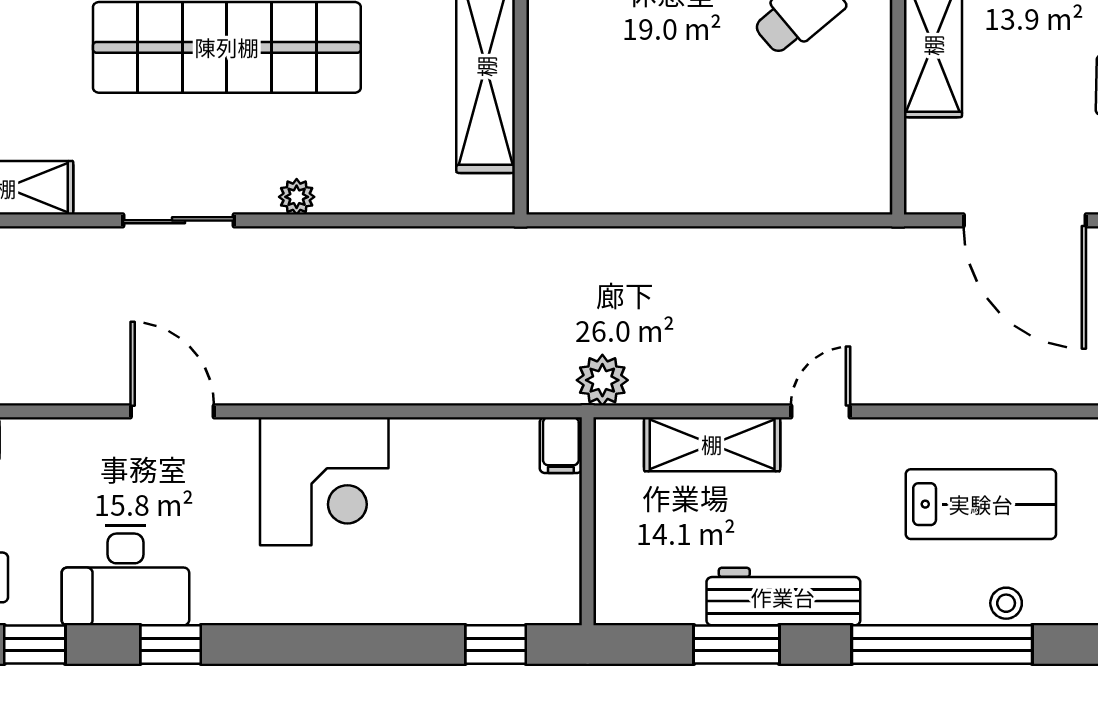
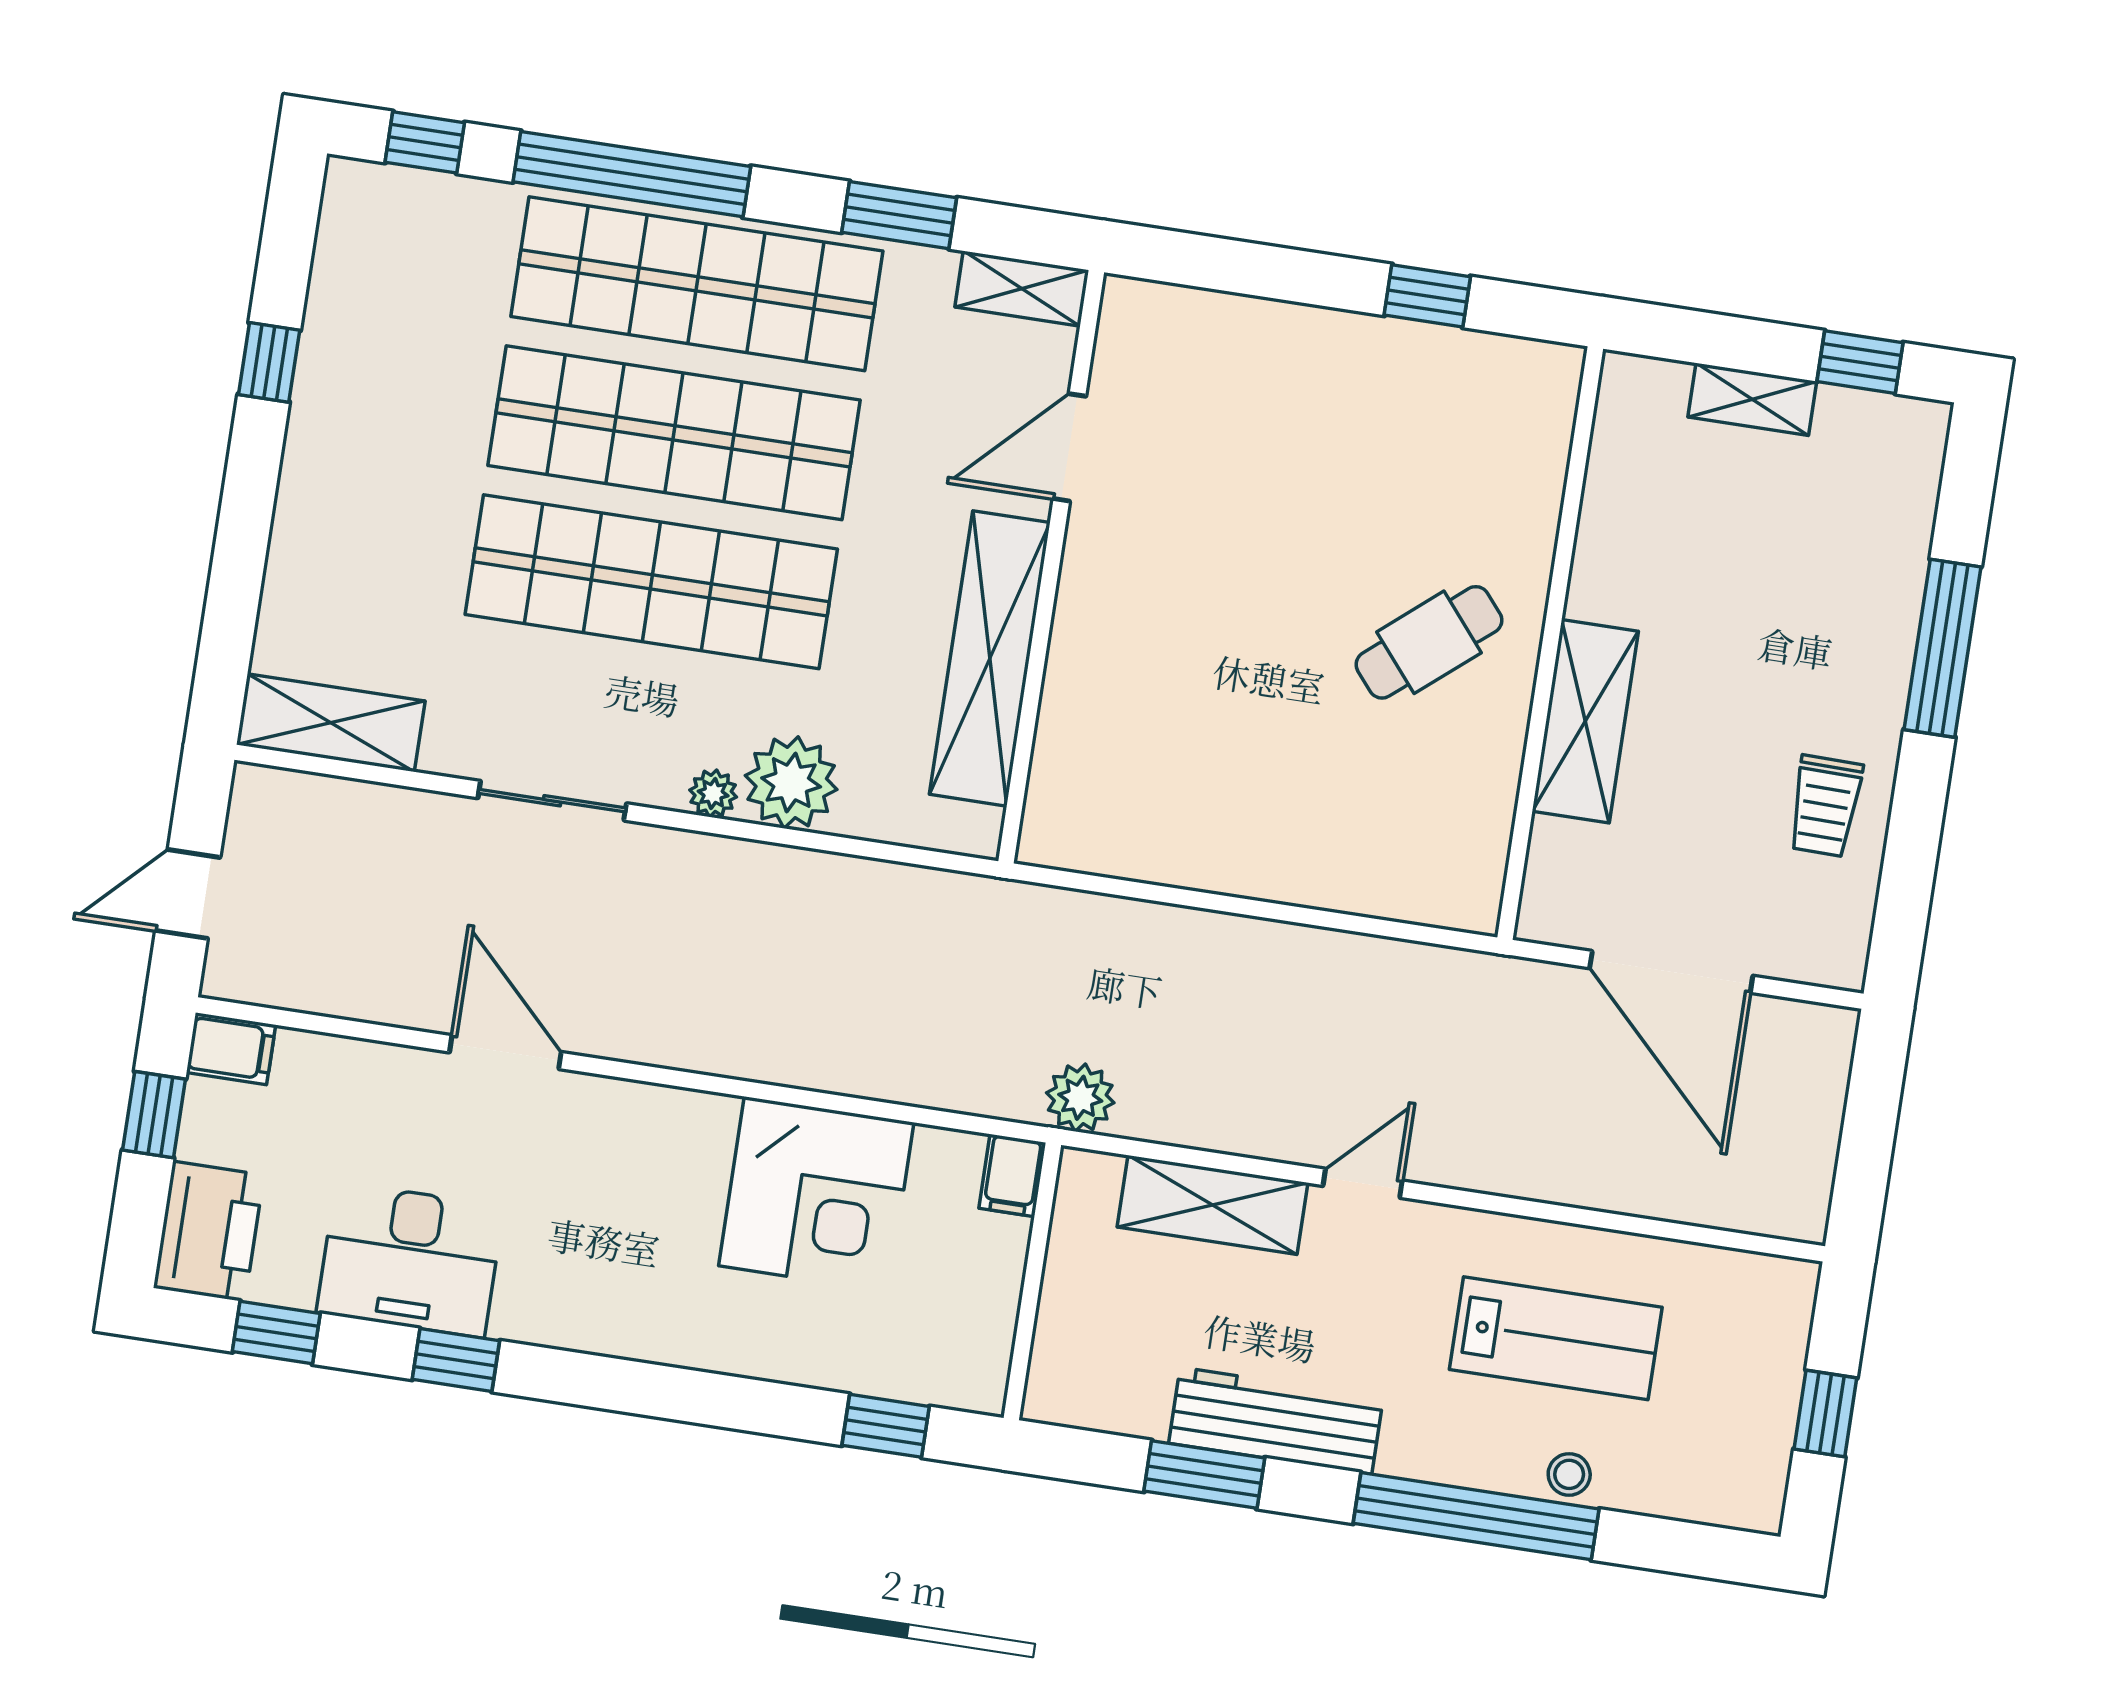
plant: (353, 180) -> (791, 782), added
corner desk: (324, 481) -> (816, 1194), moved

